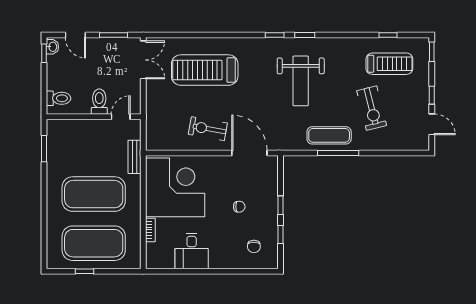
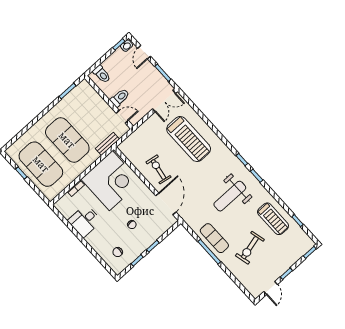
treadmill: (389, 64) -> (273, 219), moved
treadmill: (205, 70) -> (189, 139), turned 180

